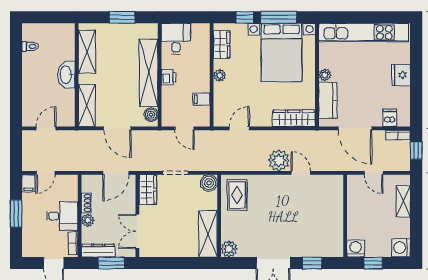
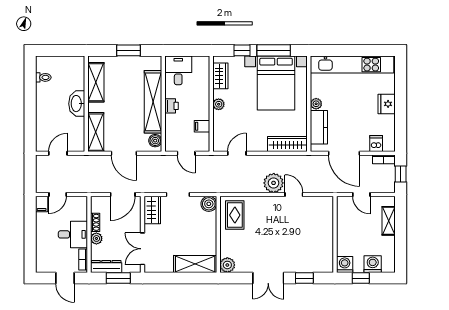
window: (16, 213) -> (30, 232), removed
shelving: (208, 234) -> (195, 264), moved, turned 90
washing machine: (401, 248) -> (373, 264), moved, turned 90

